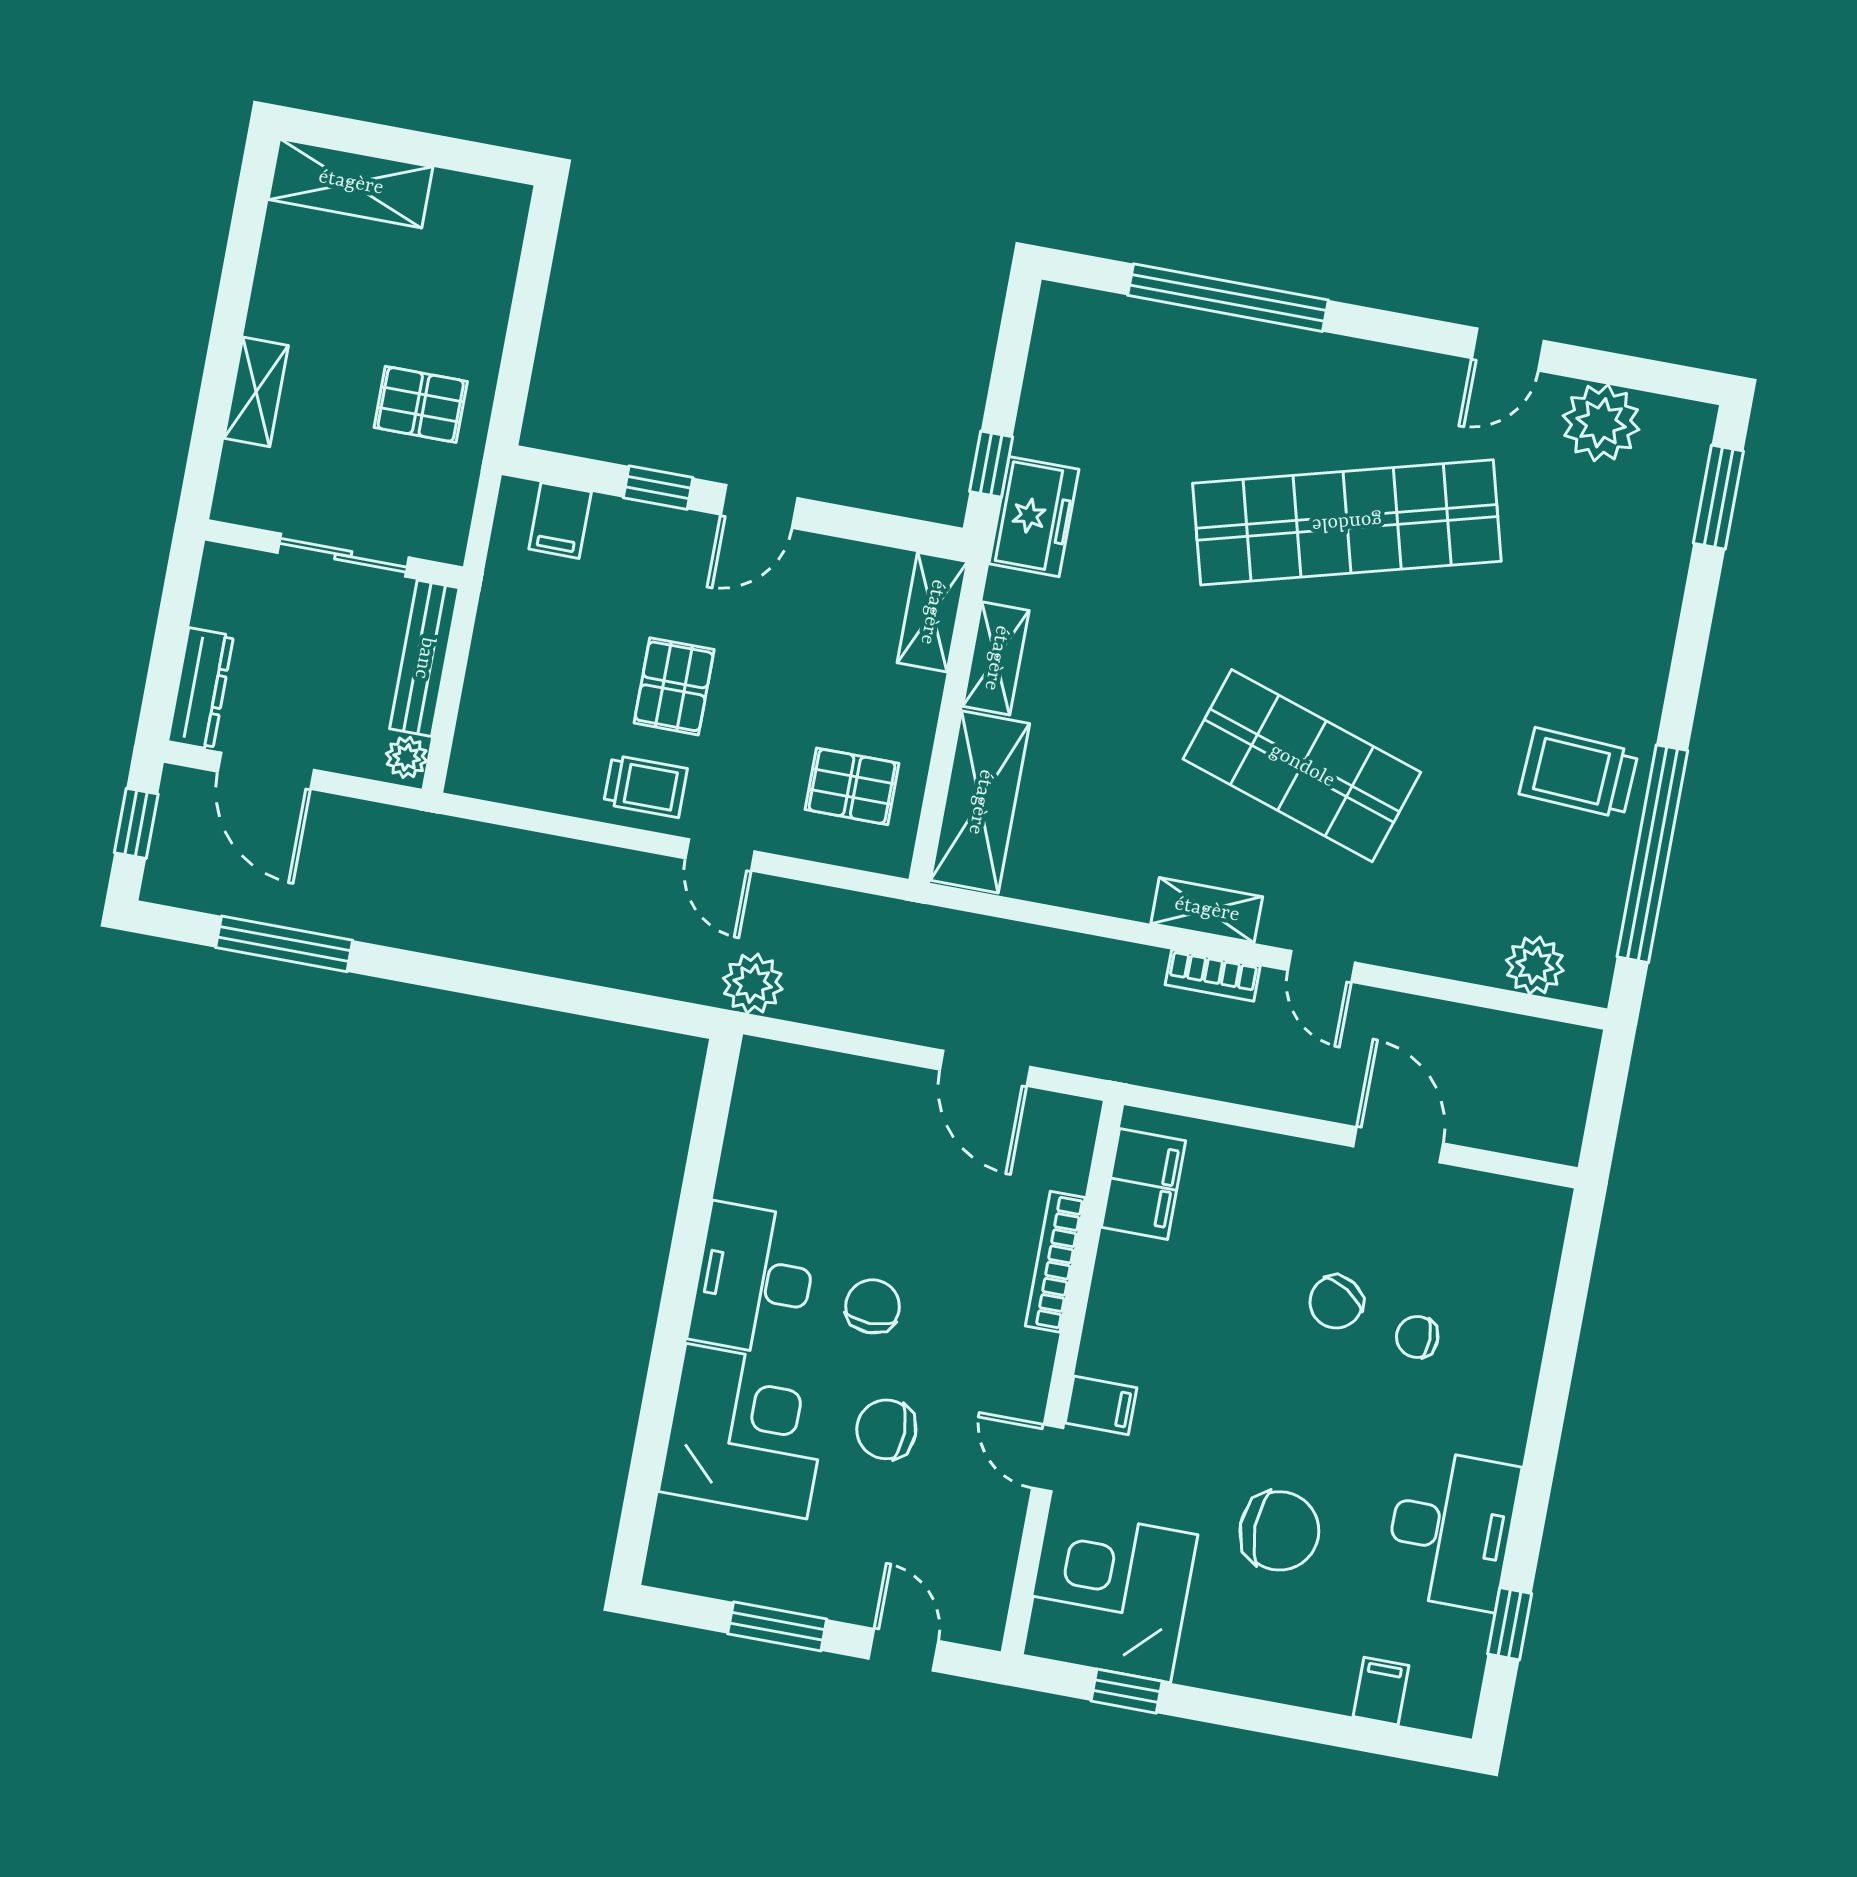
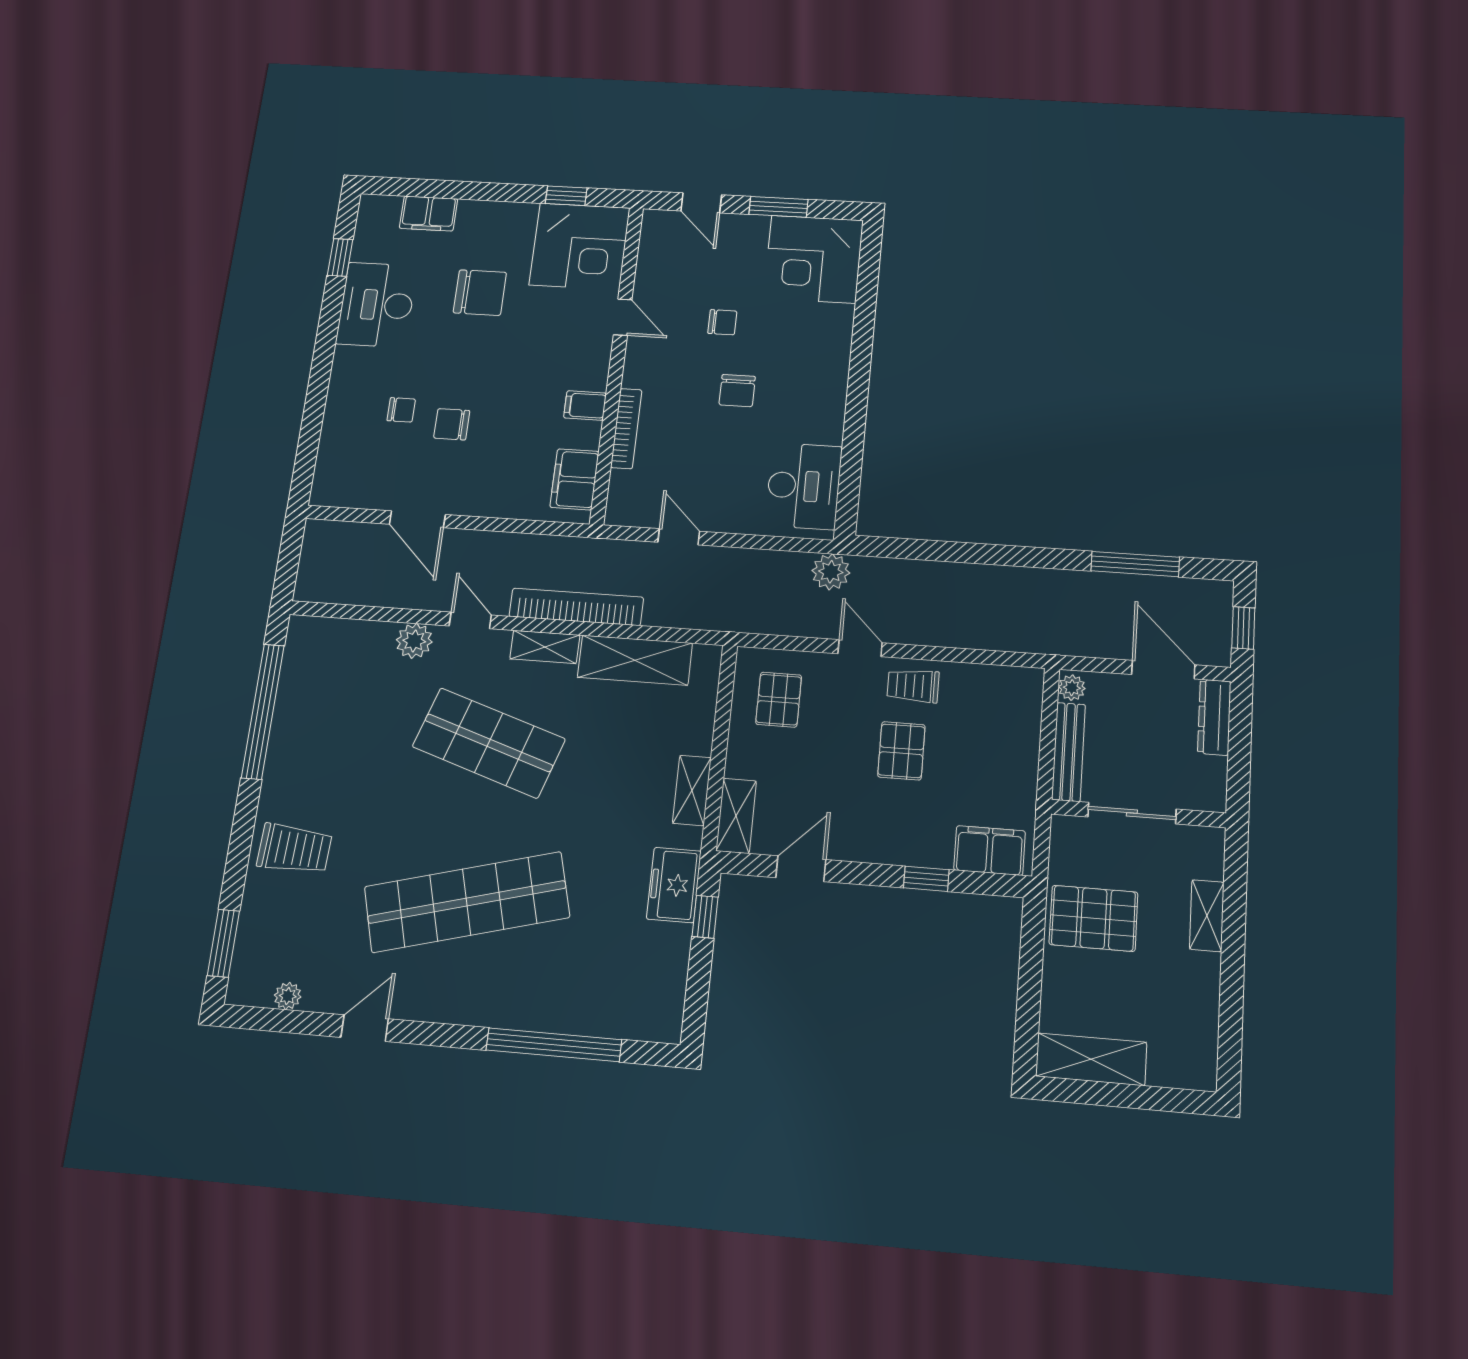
shelving: (351, 183) -> (1091, 1059), moved
pallet: (421, 404) -> (1093, 918), width x1.50, depth x1.42
plant: (1601, 423) -> (288, 996), width x0.53, depth x0.53
door: (759, 506) -> (801, 869), moved
filing cabinet: (560, 520) -> (990, 851), width x2.00
trolley: (1579, 773) -> (294, 849), moved
pallet: (852, 786) -> (779, 700), turned 90
shelving: (980, 802) -> (635, 660), moved, turned 90
plant: (1535, 965) -> (414, 641), moved
bookcase: (1213, 975) -> (576, 607), width x2.31, depth x1.31
door: (985, 1068) -> (679, 537), width x0.73
desk: (754, 1280) -> (804, 486), moved
chair: (1336, 1302) -> (452, 424), turned -122
filing cabinet: (1101, 1405) -> (585, 405), moved
chair: (886, 1429) -> (722, 322), width x0.73, depth x0.73
corner desk: (746, 1431) -> (813, 259), moved
chair: (1279, 1531) -> (480, 293), turned 180
filing cabinet: (1381, 1691) -> (428, 214), width x2.00

